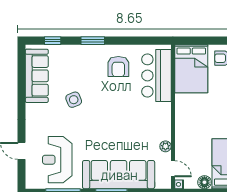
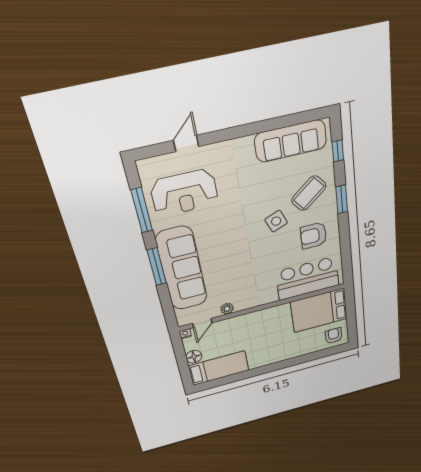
coffee table: (81, 67) -> (309, 193), added
side table: (74, 100) -> (276, 221), moved
reception desk: (57, 160) -> (184, 193), turned 180

